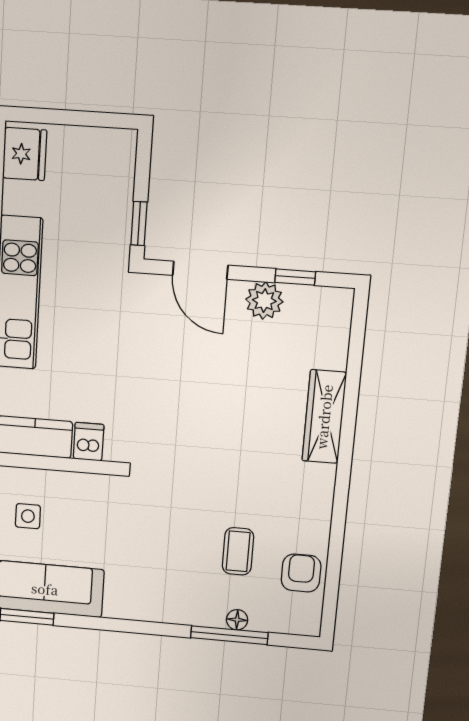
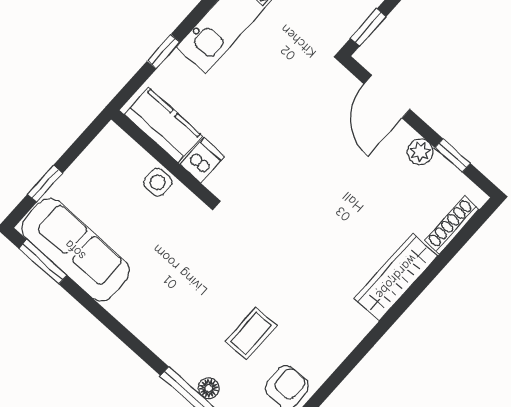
plant: (264, 301) -> (420, 152), width x0.73, depth x0.73
shoe rack: (339, 337) -> (452, 225), added
side table: (28, 516) -> (158, 182), moved

